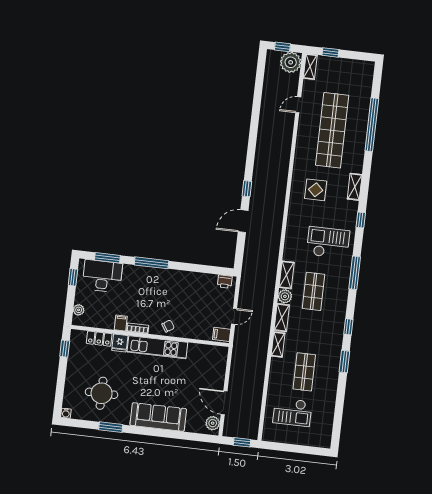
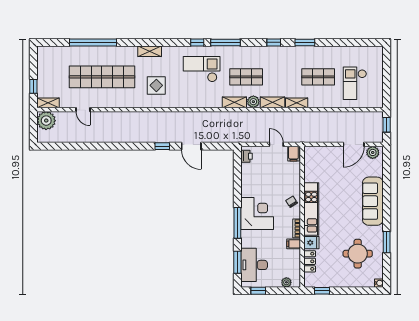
window: (282, 47) -> (33, 129), removed
window: (361, 220) -> (197, 42), moved
checkout: (328, 243) -> (202, 69), turned 90
corner desk: (159, 286) -> (257, 213), added
checkout: (292, 412) -> (355, 83), turned 180

